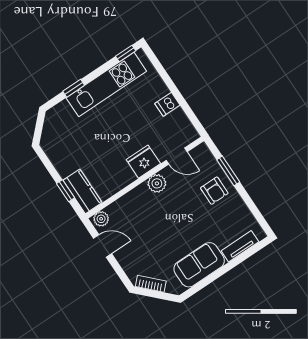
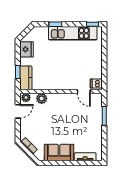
dishwasher: (167, 104) -> (96, 84), moved
fridge: (143, 162) -> (27, 49), moved, turned 90
plant: (157, 183) -> (42, 98), moved
armchair: (214, 191) -> (91, 121), removed
door: (103, 246) -> (18, 111), hinge flipped

